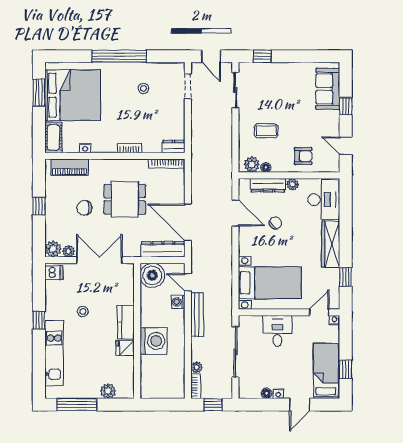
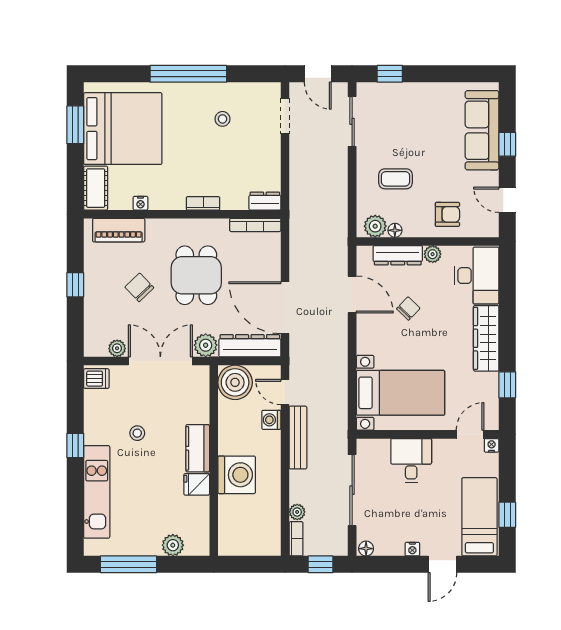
sofa: (328, 89) -> (482, 130), width x1.36
dining table: (125, 199) -> (196, 275), turned 90
chair: (84, 208) -> (139, 287), turned 46
plant: (53, 249) -> (206, 345), moved
floor lamp: (267, 393) -> (366, 549), moved

